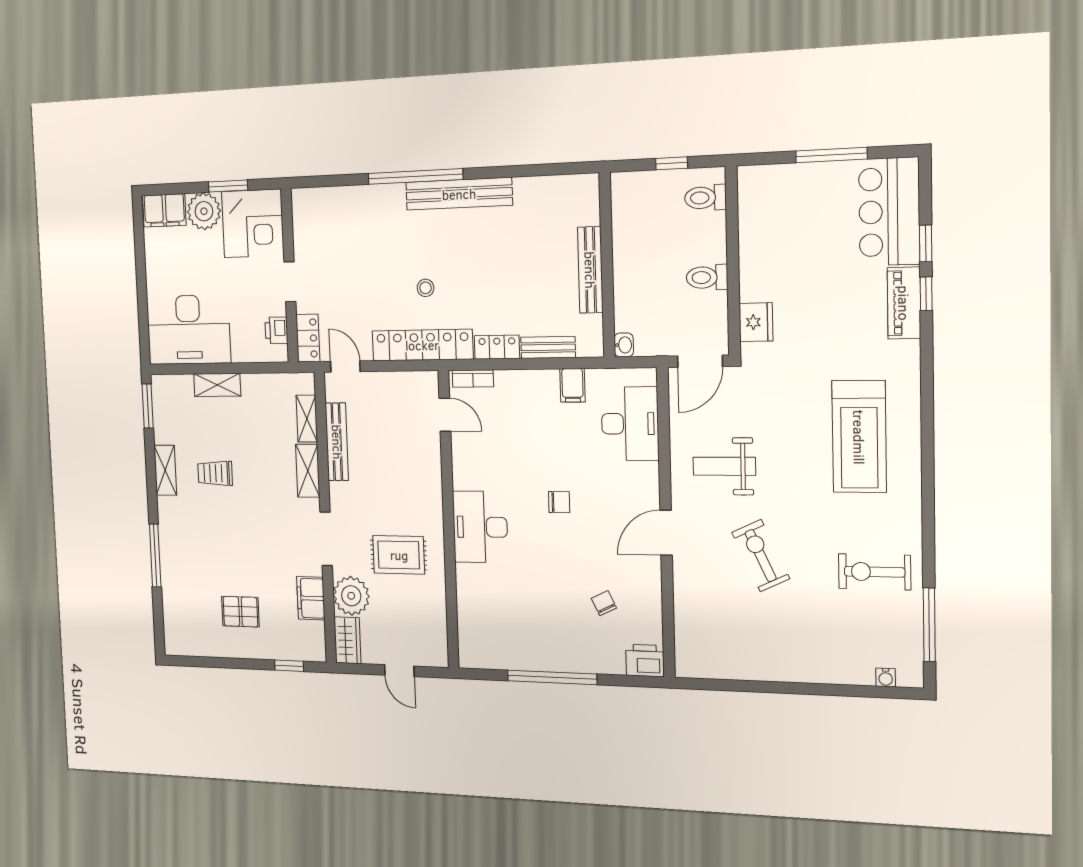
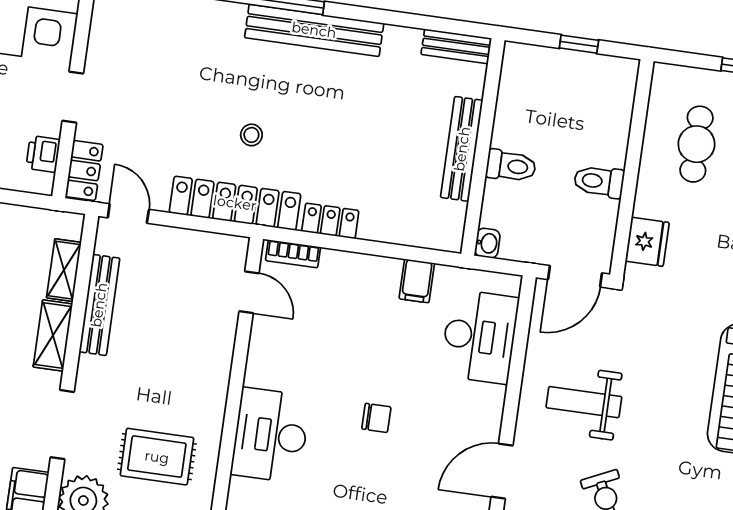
toilet: (705, 198) -> (511, 166), moved, turned 180
cafe table: (785, 231) -> (696, 144), added
bench: (548, 347) -> (456, 46), moved

